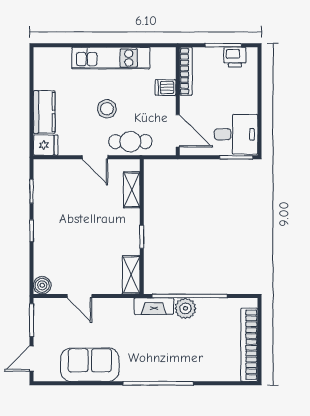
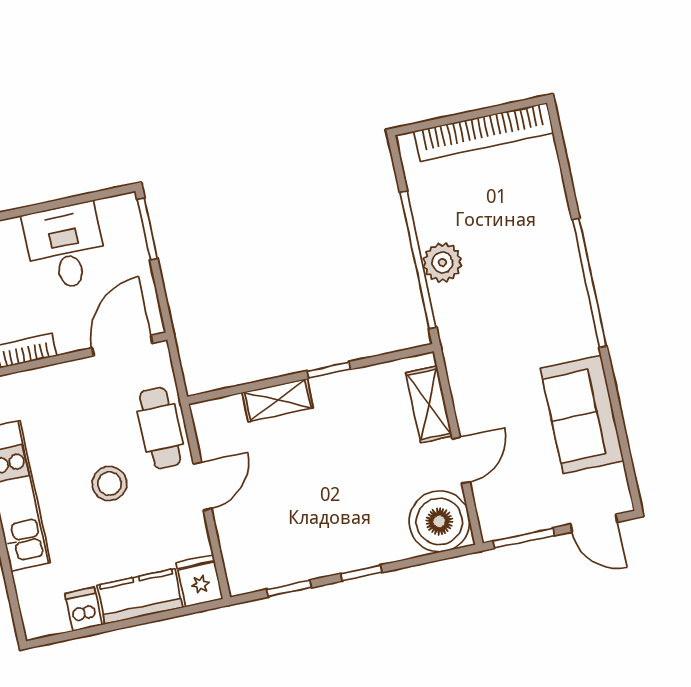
dishwasher: (166, 87) -> (83, 609), moved, turned 180
desk: (236, 134) -> (65, 247), moved
shelving: (132, 190) -> (278, 400), moved
shelving: (131, 275) -> (429, 404), moved, turned 90
boiler: (42, 285) -> (439, 521), width x1.86, depth x1.86
fireplace: (154, 306) -> (451, 321), removed

